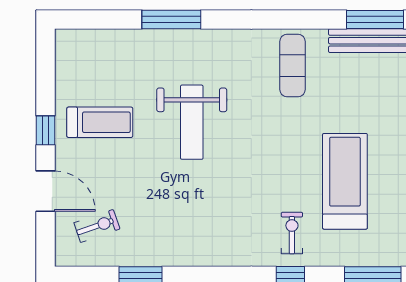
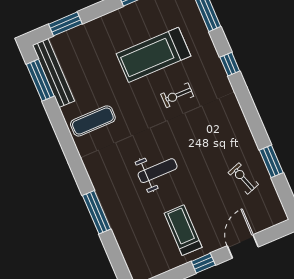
weight bench: (192, 122) -> (158, 171), width x0.73, depth x0.75
exercise bike: (97, 226) -> (243, 178), moved
exercise bike: (292, 233) -> (177, 95), moved

